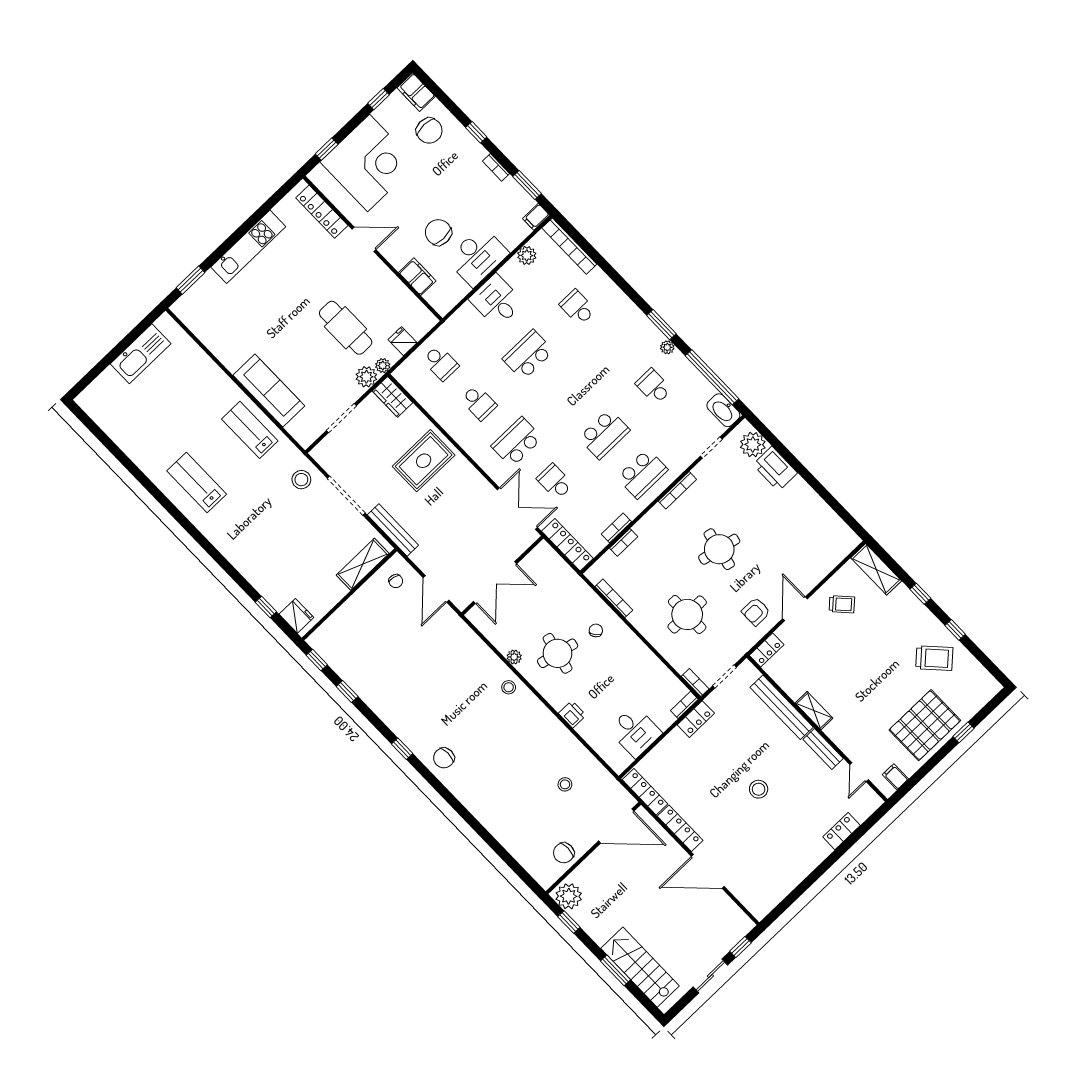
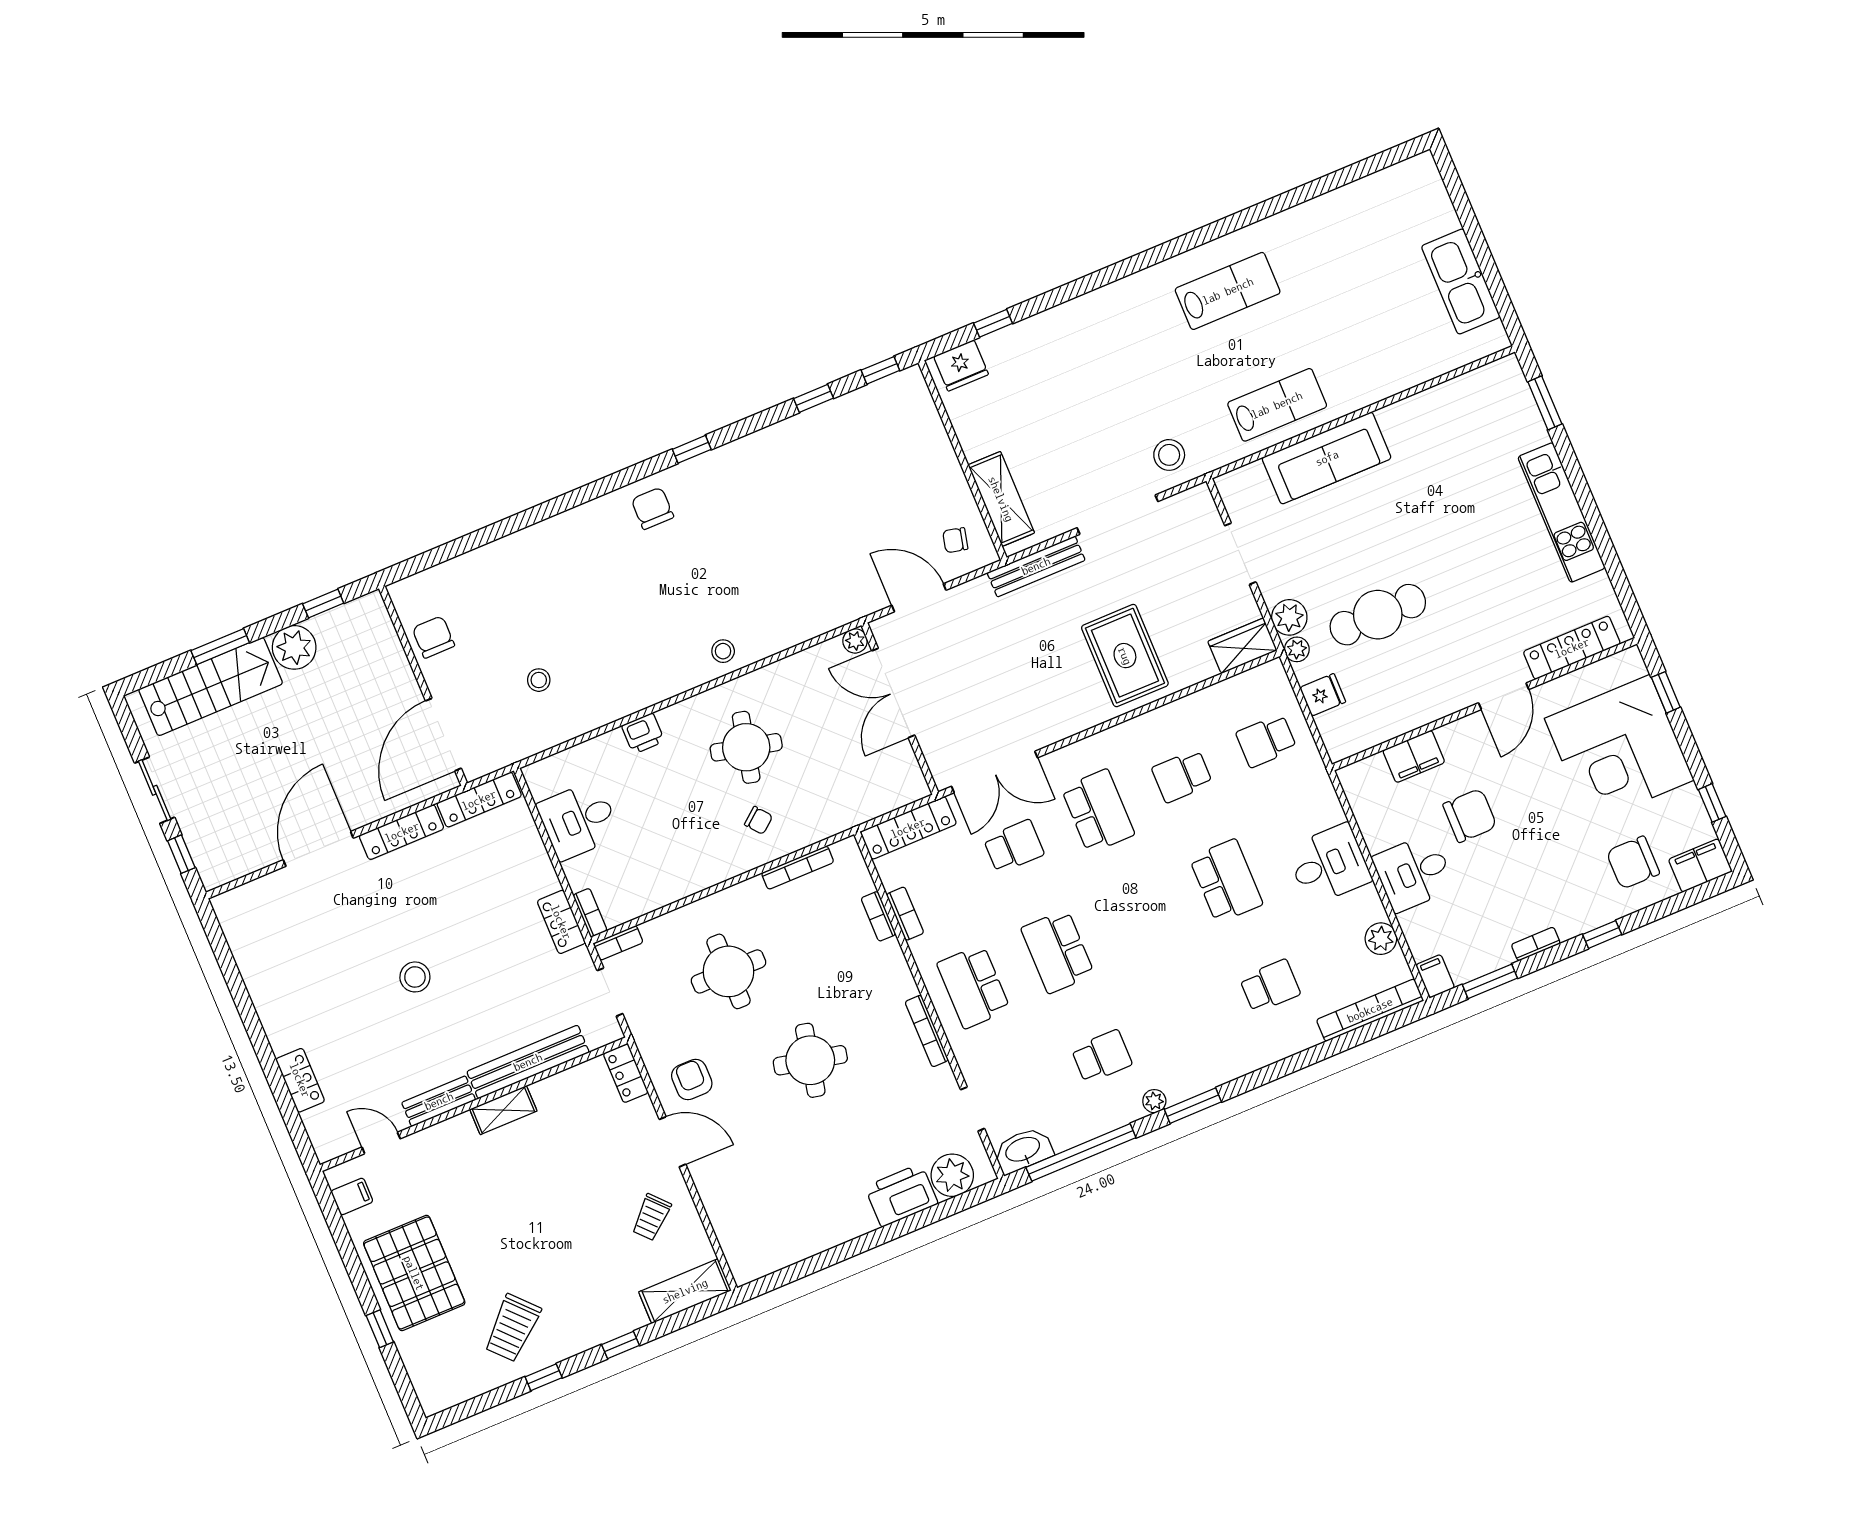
desk: (478, 256) -> (1414, 873), width x0.73
plant: (514, 657) -> (855, 641), moved
plant: (569, 896) -> (294, 647), moved

